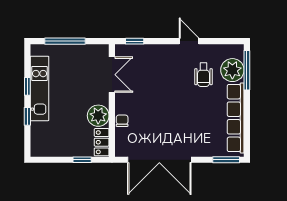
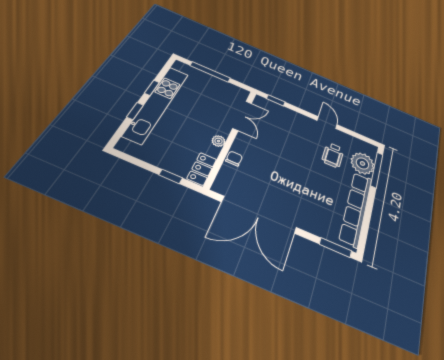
kitchen unit: (39, 88) -> (157, 104), width x1.36
plant: (98, 116) -> (218, 141), width x0.53, depth x0.53

